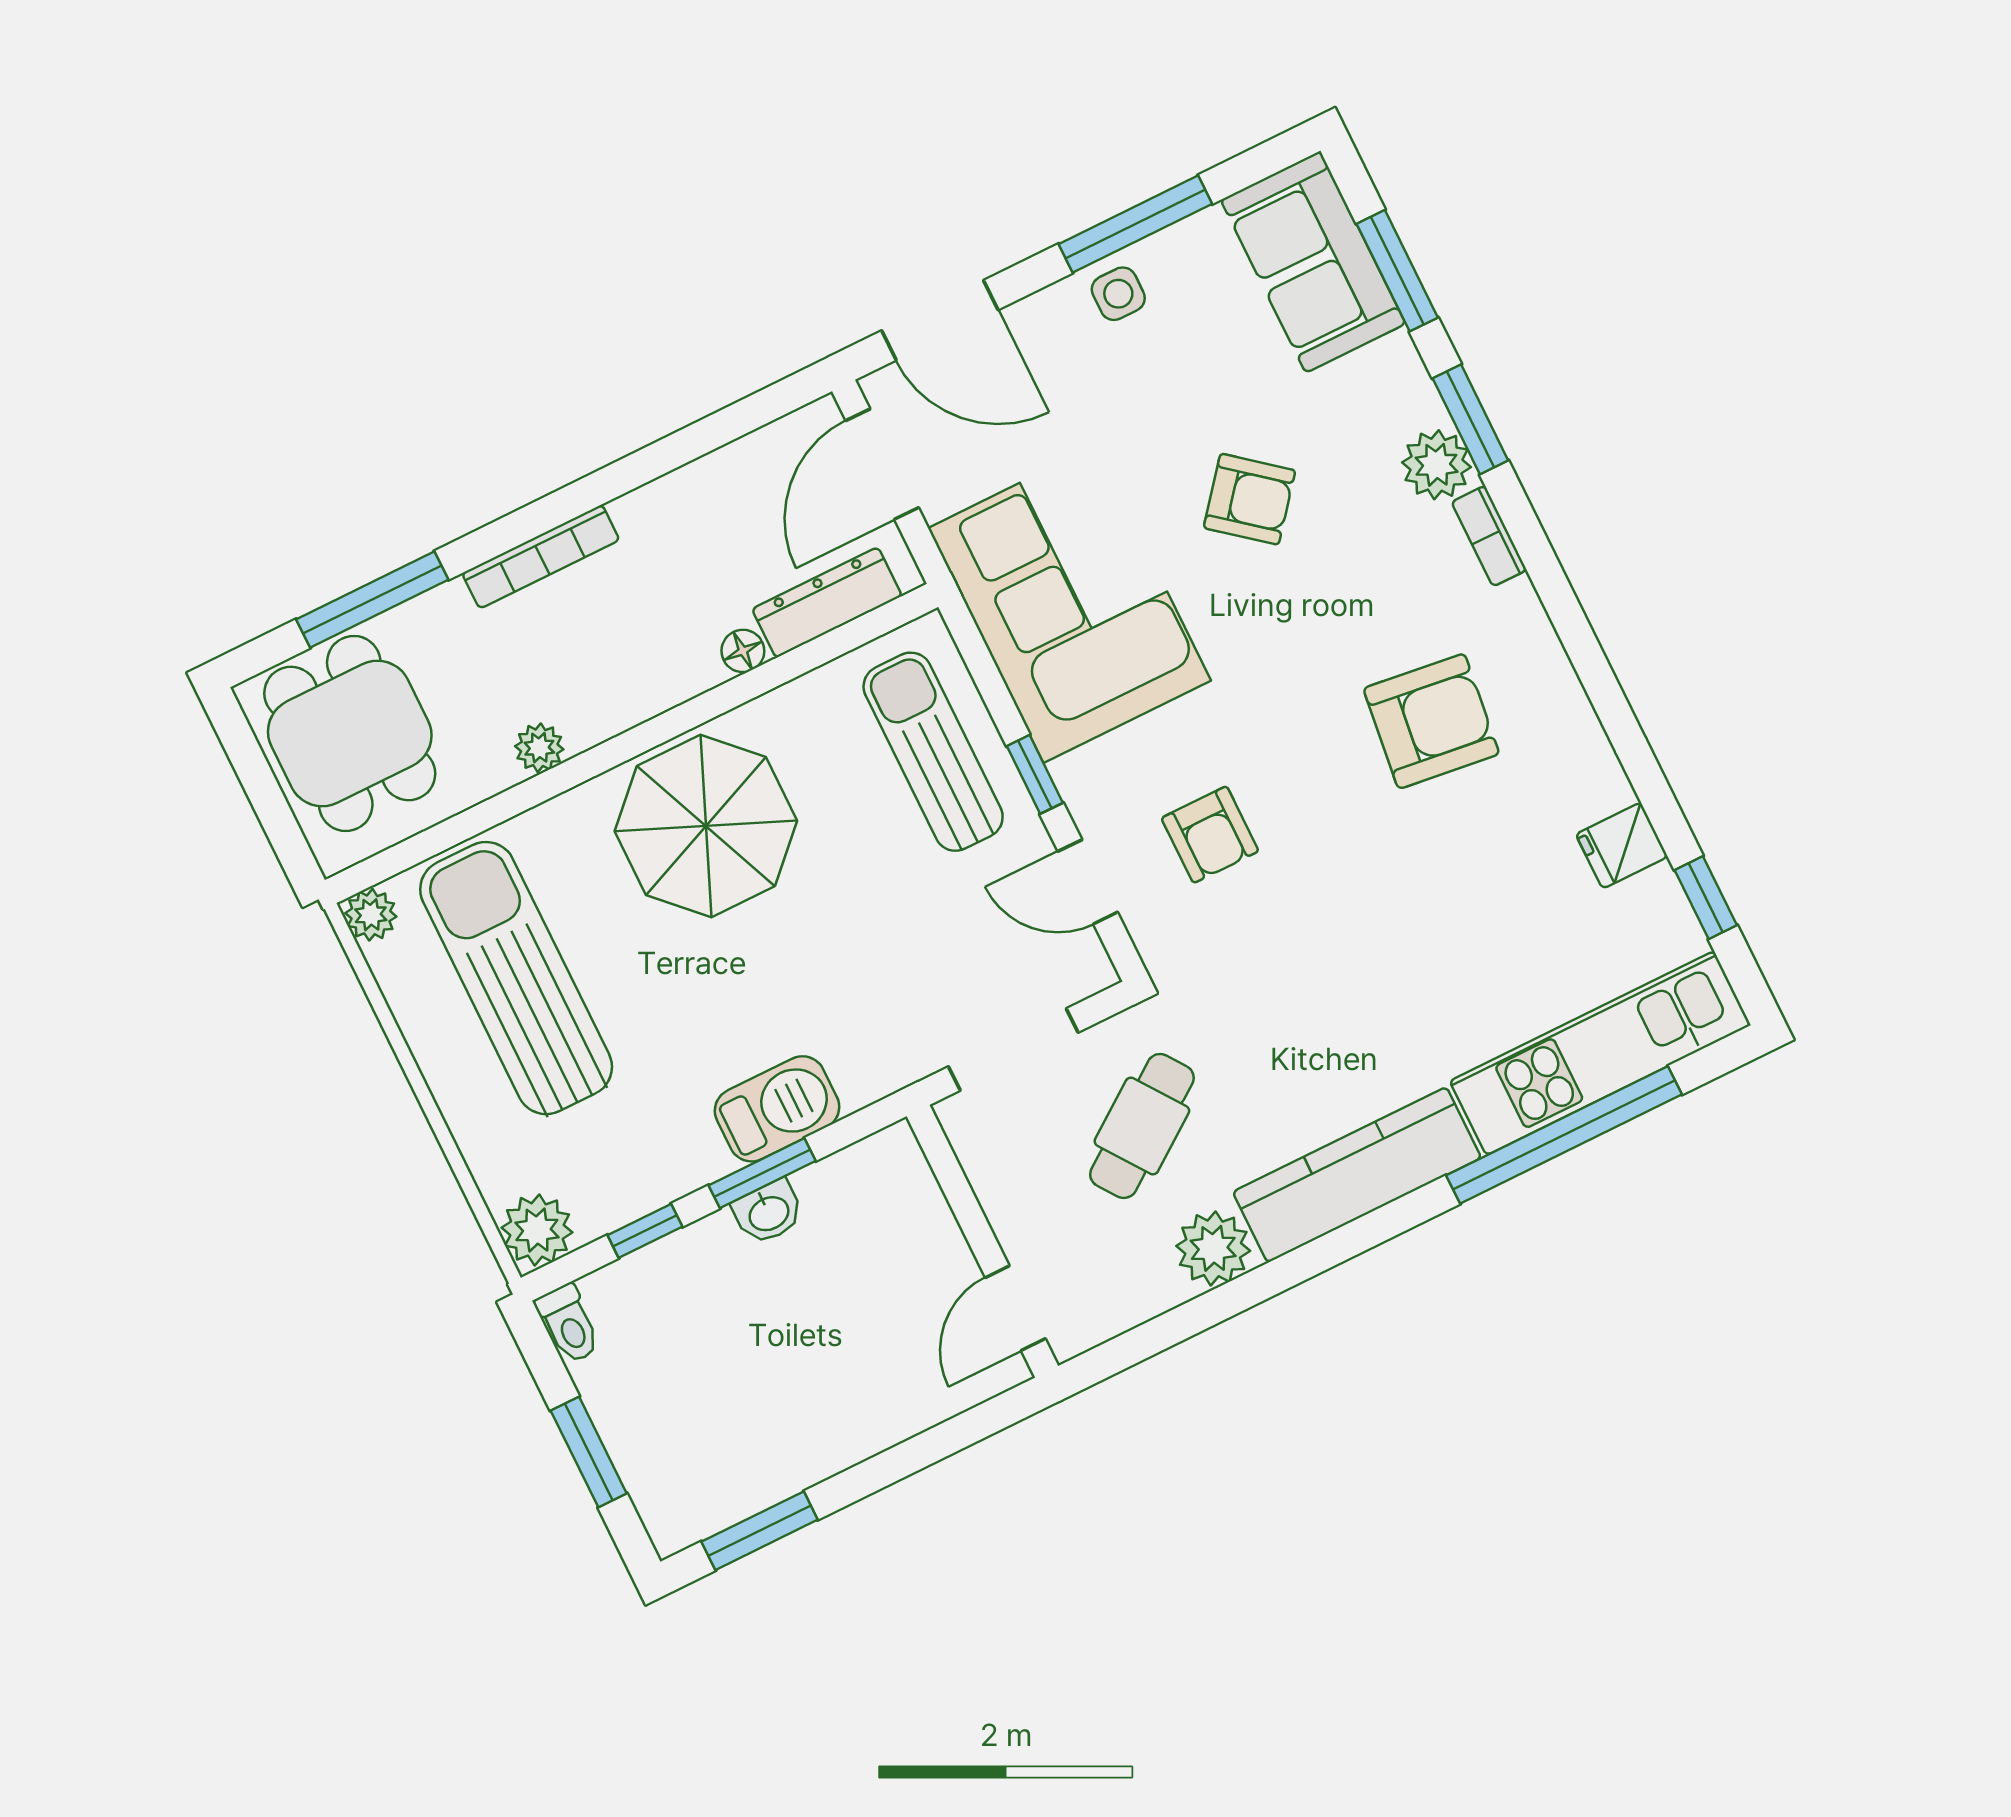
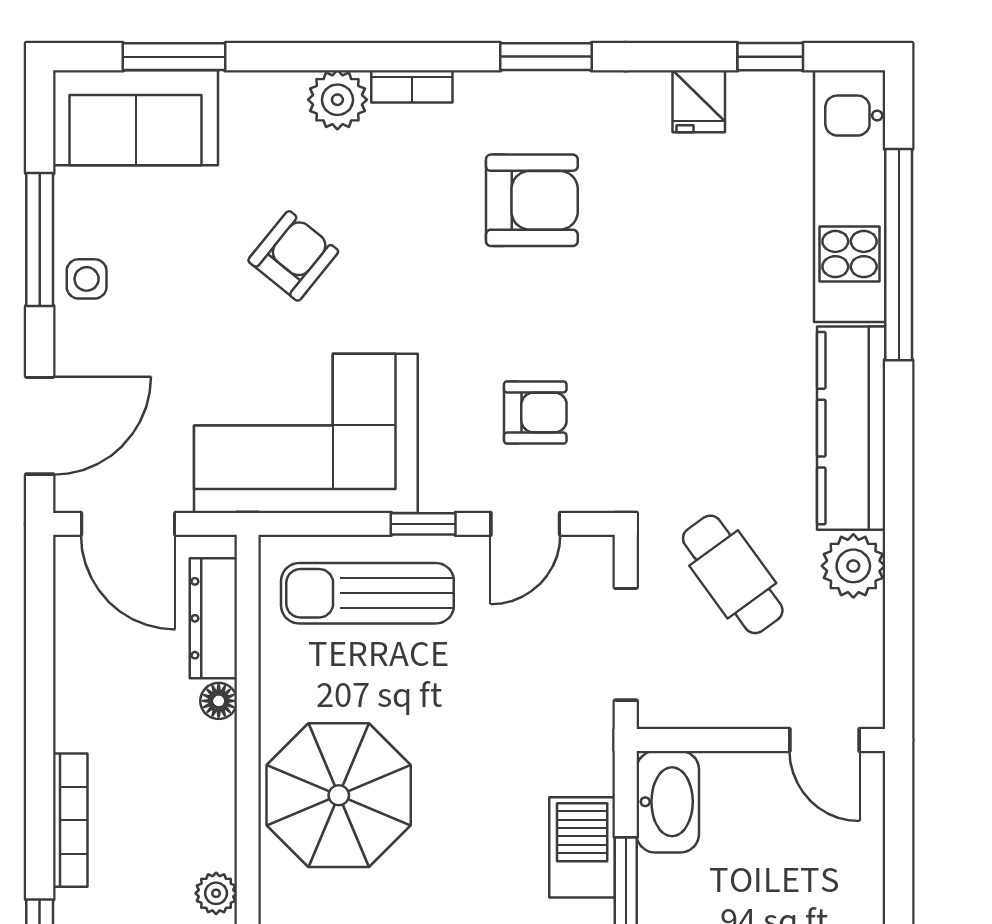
window: (1470, 419) -> (546, 57), moved
armchair: (1431, 721) -> (532, 200), turned 83
washbasin: (768, 1212) -> (668, 802), moved, width x1.91, depth x1.45

